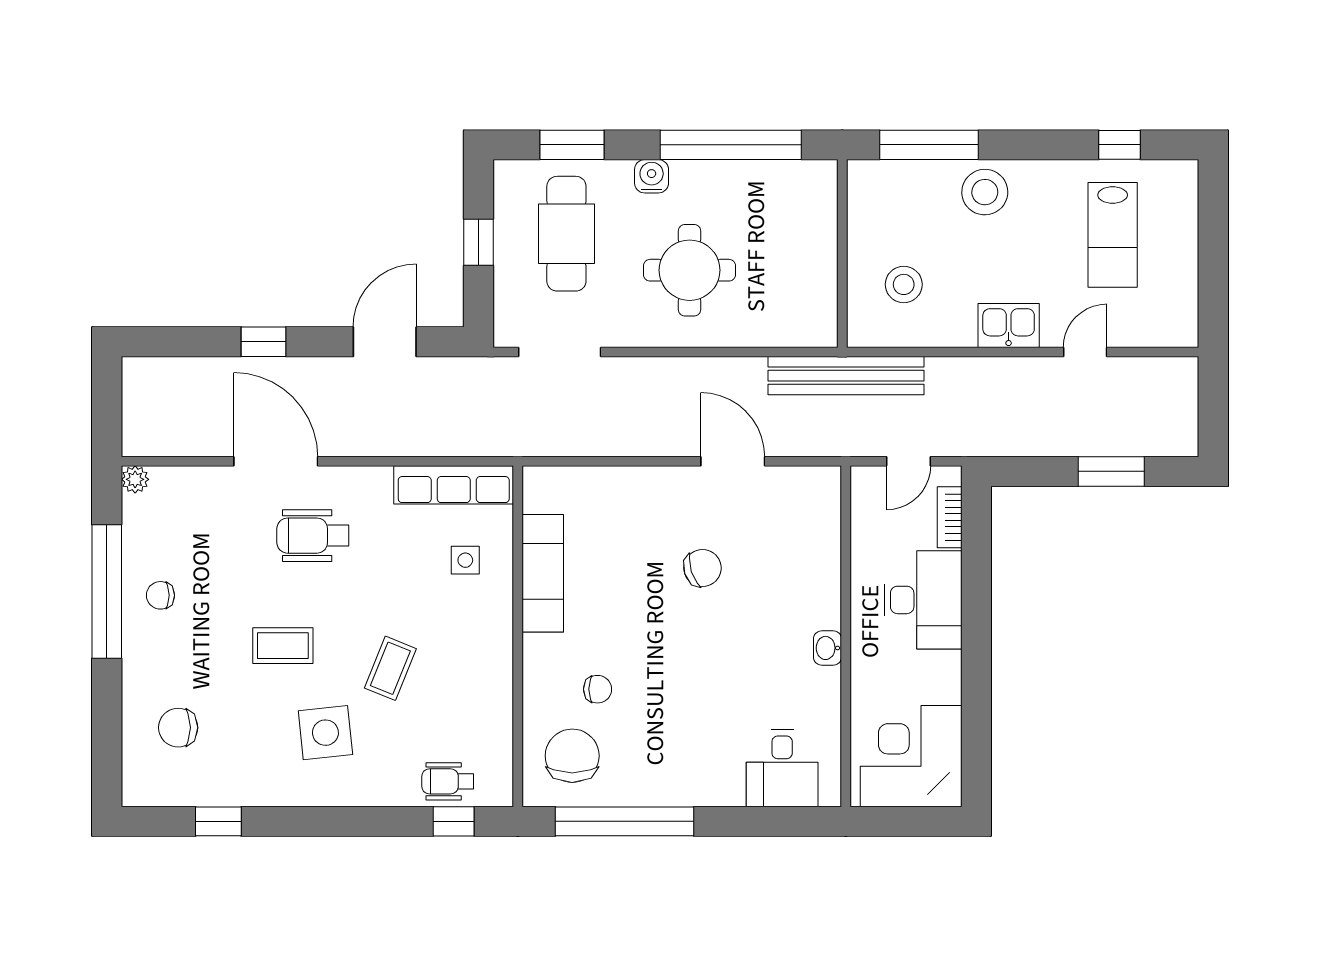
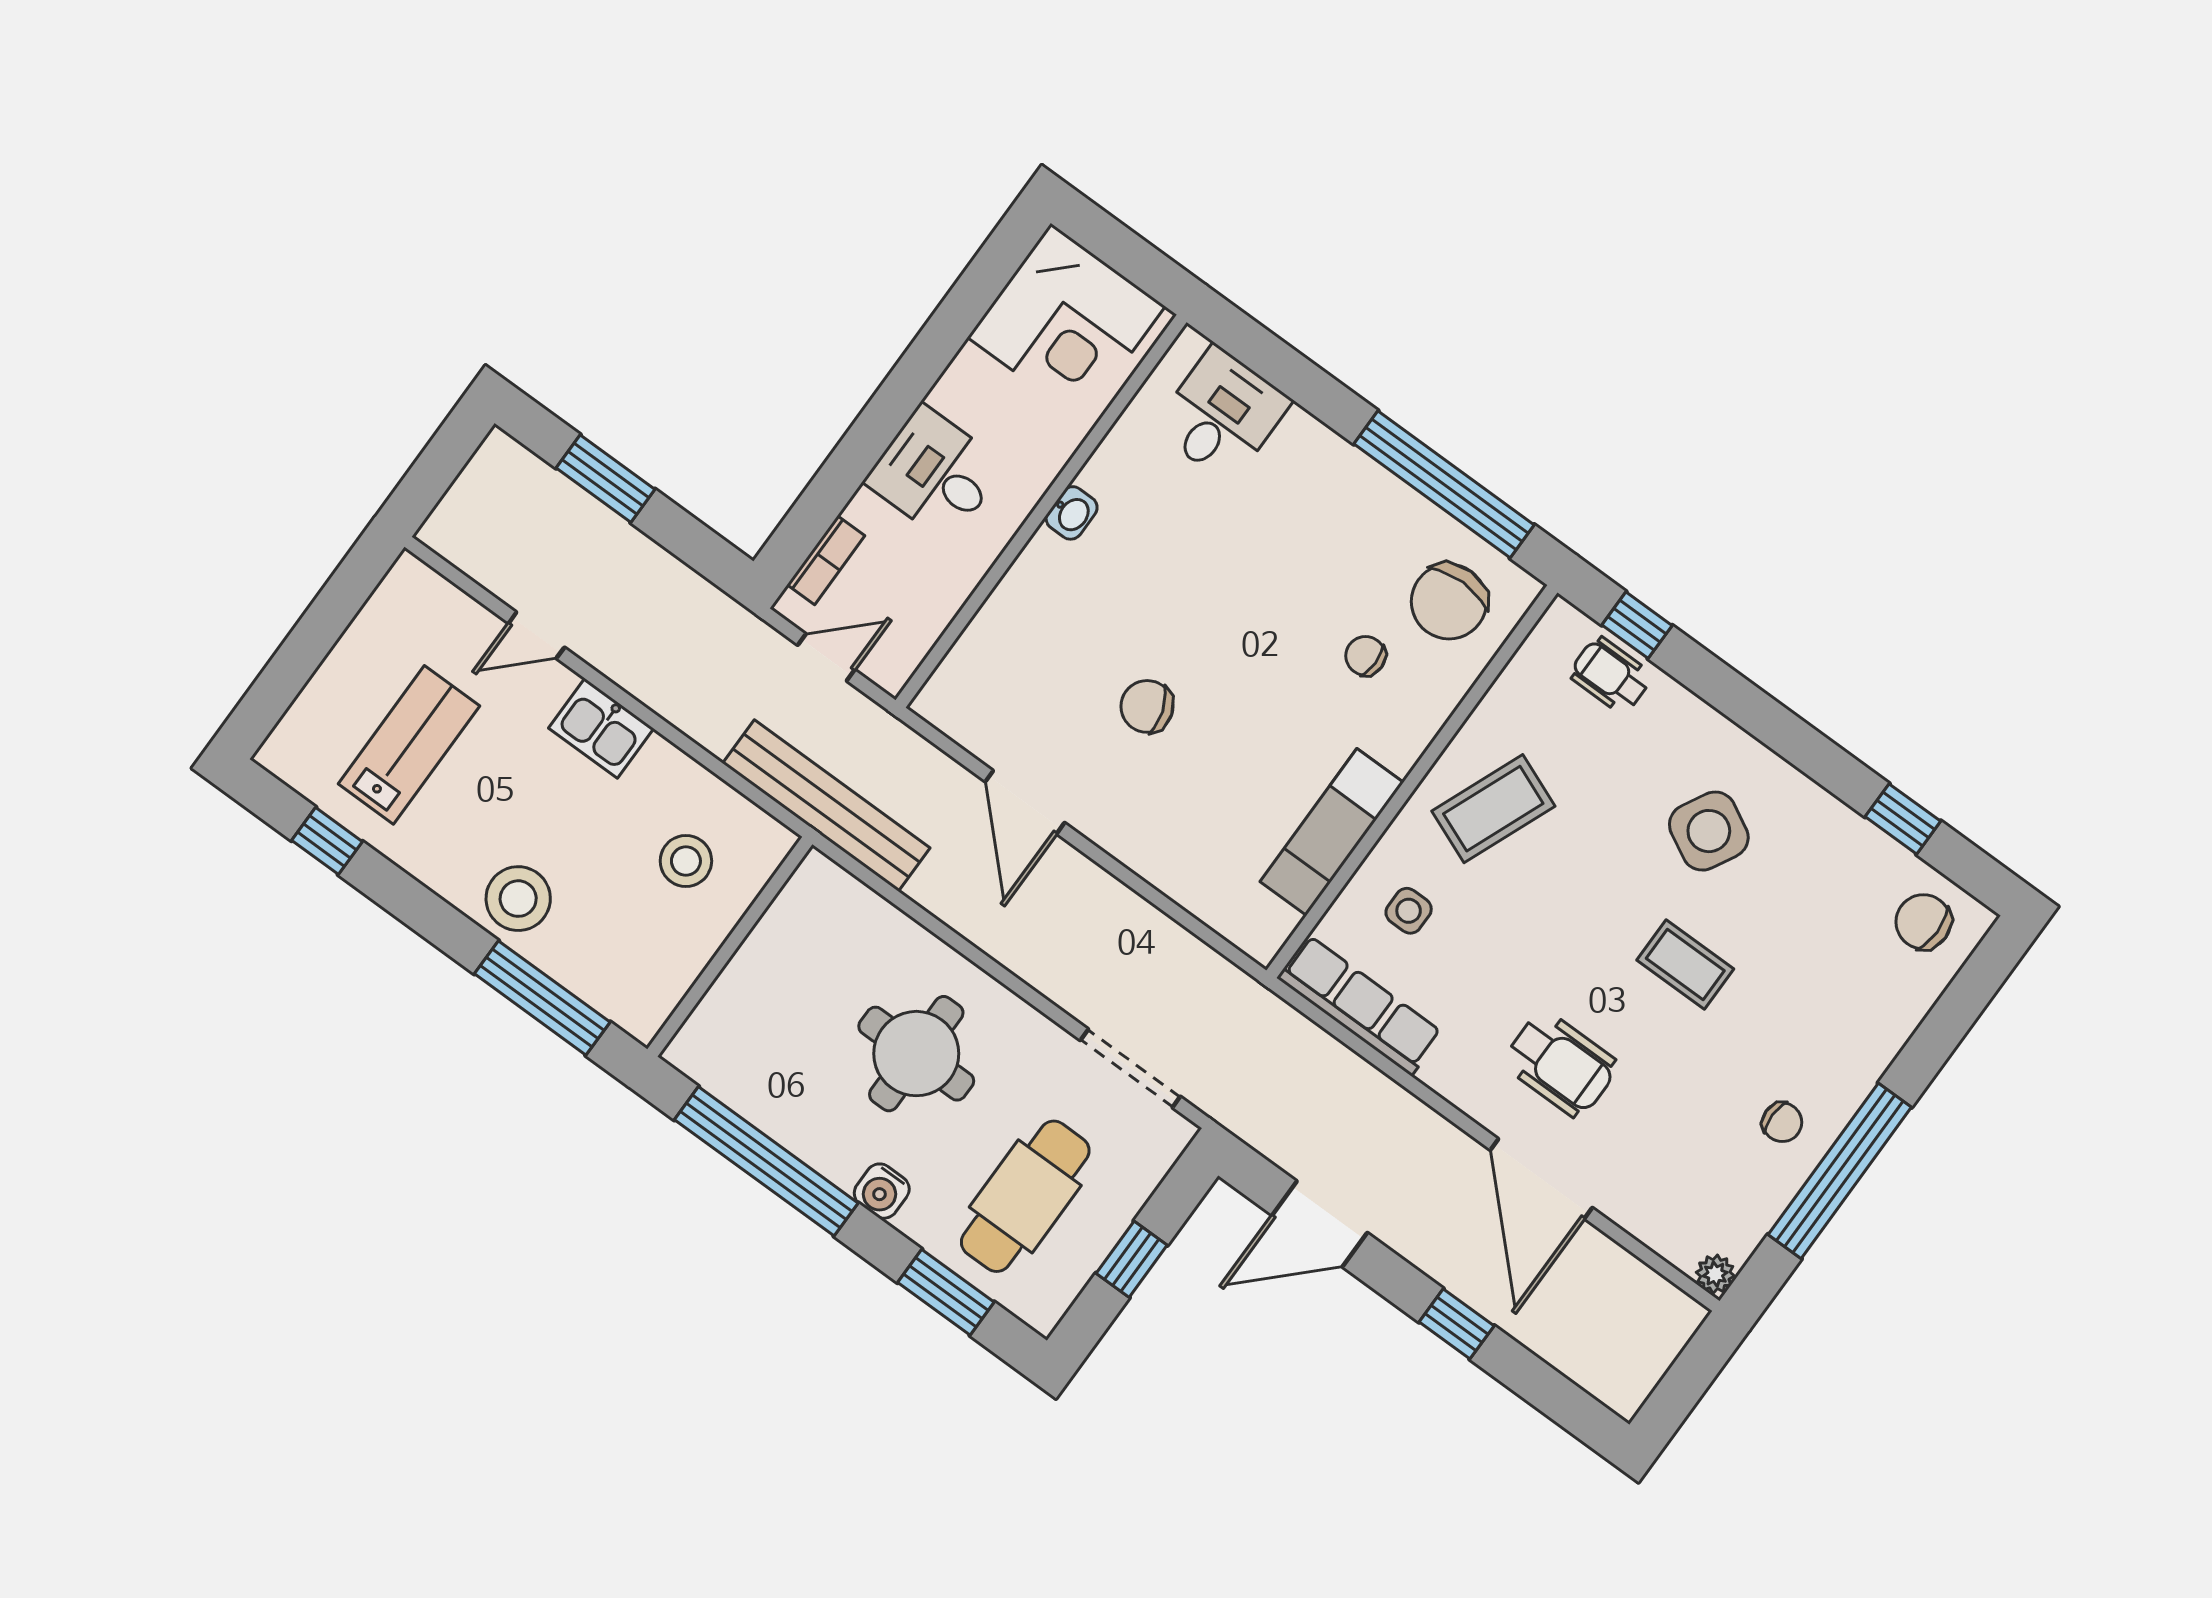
desk: (923, 600) -> (935, 473), width x0.73
coffee table: (390, 668) -> (1493, 809), moved, width x1.36, depth x1.30
chair: (178, 728) -> (1923, 922), moved, turned 180
side table: (325, 733) -> (1709, 831), turned 34
wheelchair: (448, 781) -> (1611, 675), turned 180

